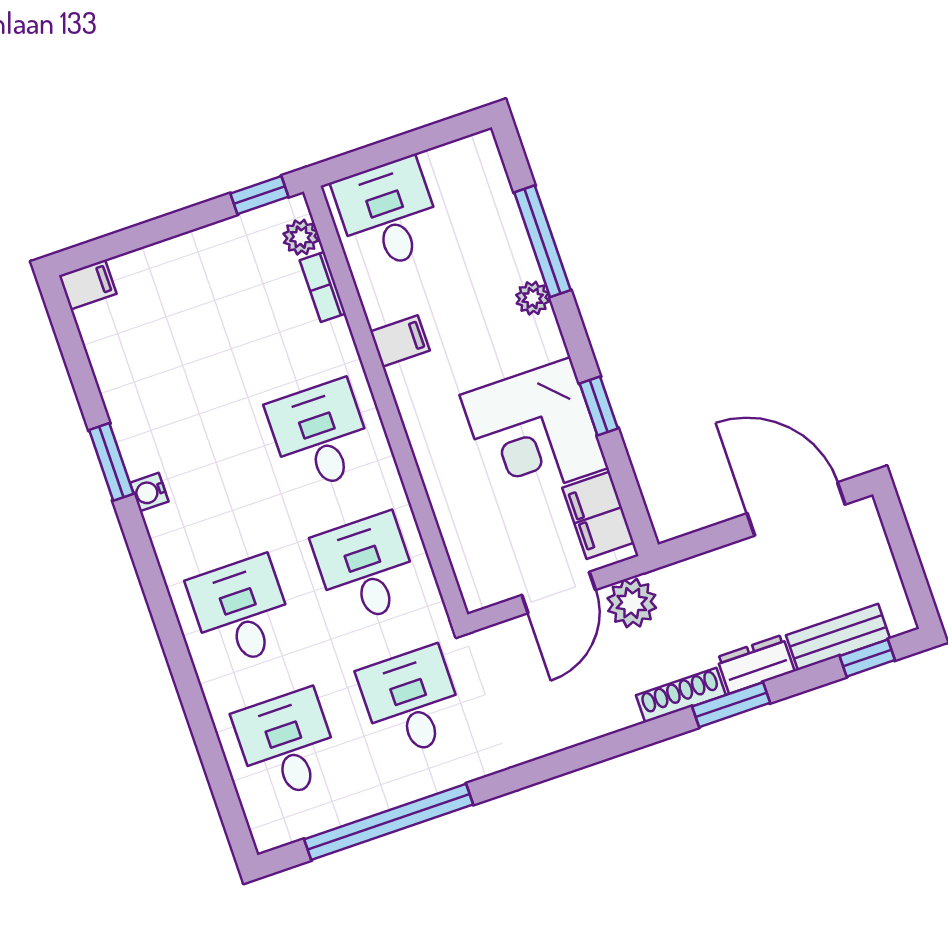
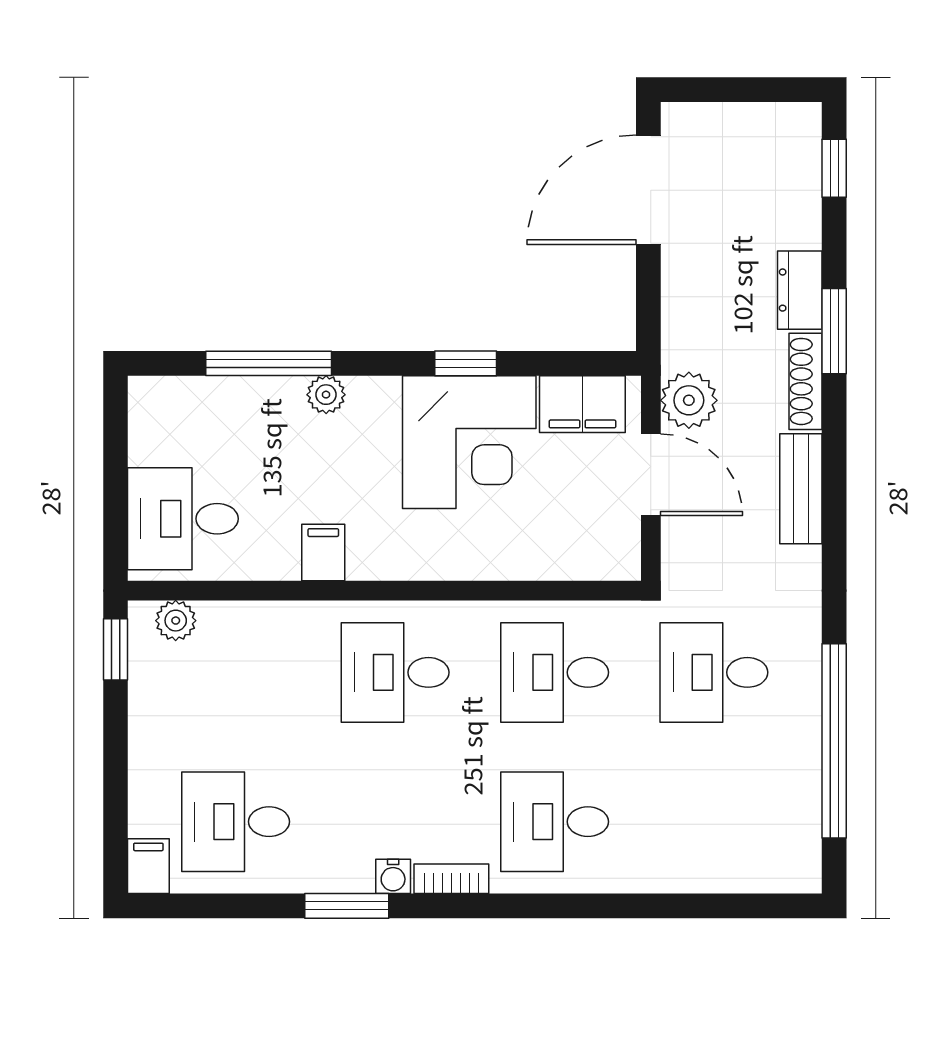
bookcase: (323, 287) -> (451, 879), moved, turned 180
bench: (838, 637) -> (801, 489), moved
desk: (287, 745) -> (236, 822), moved

